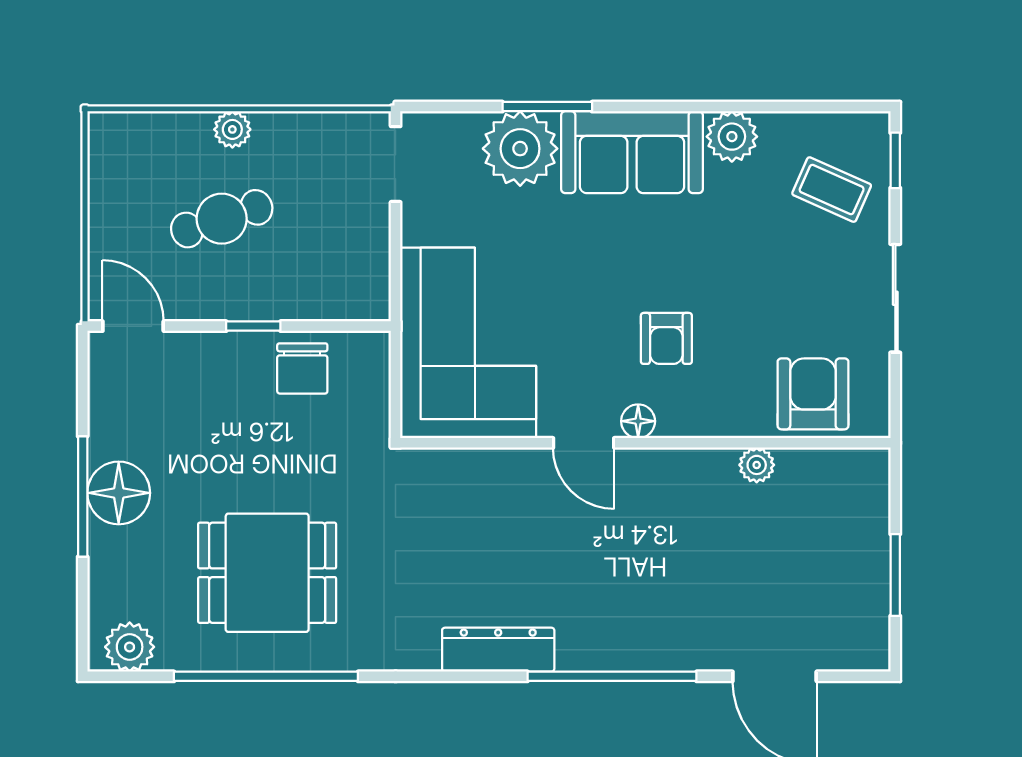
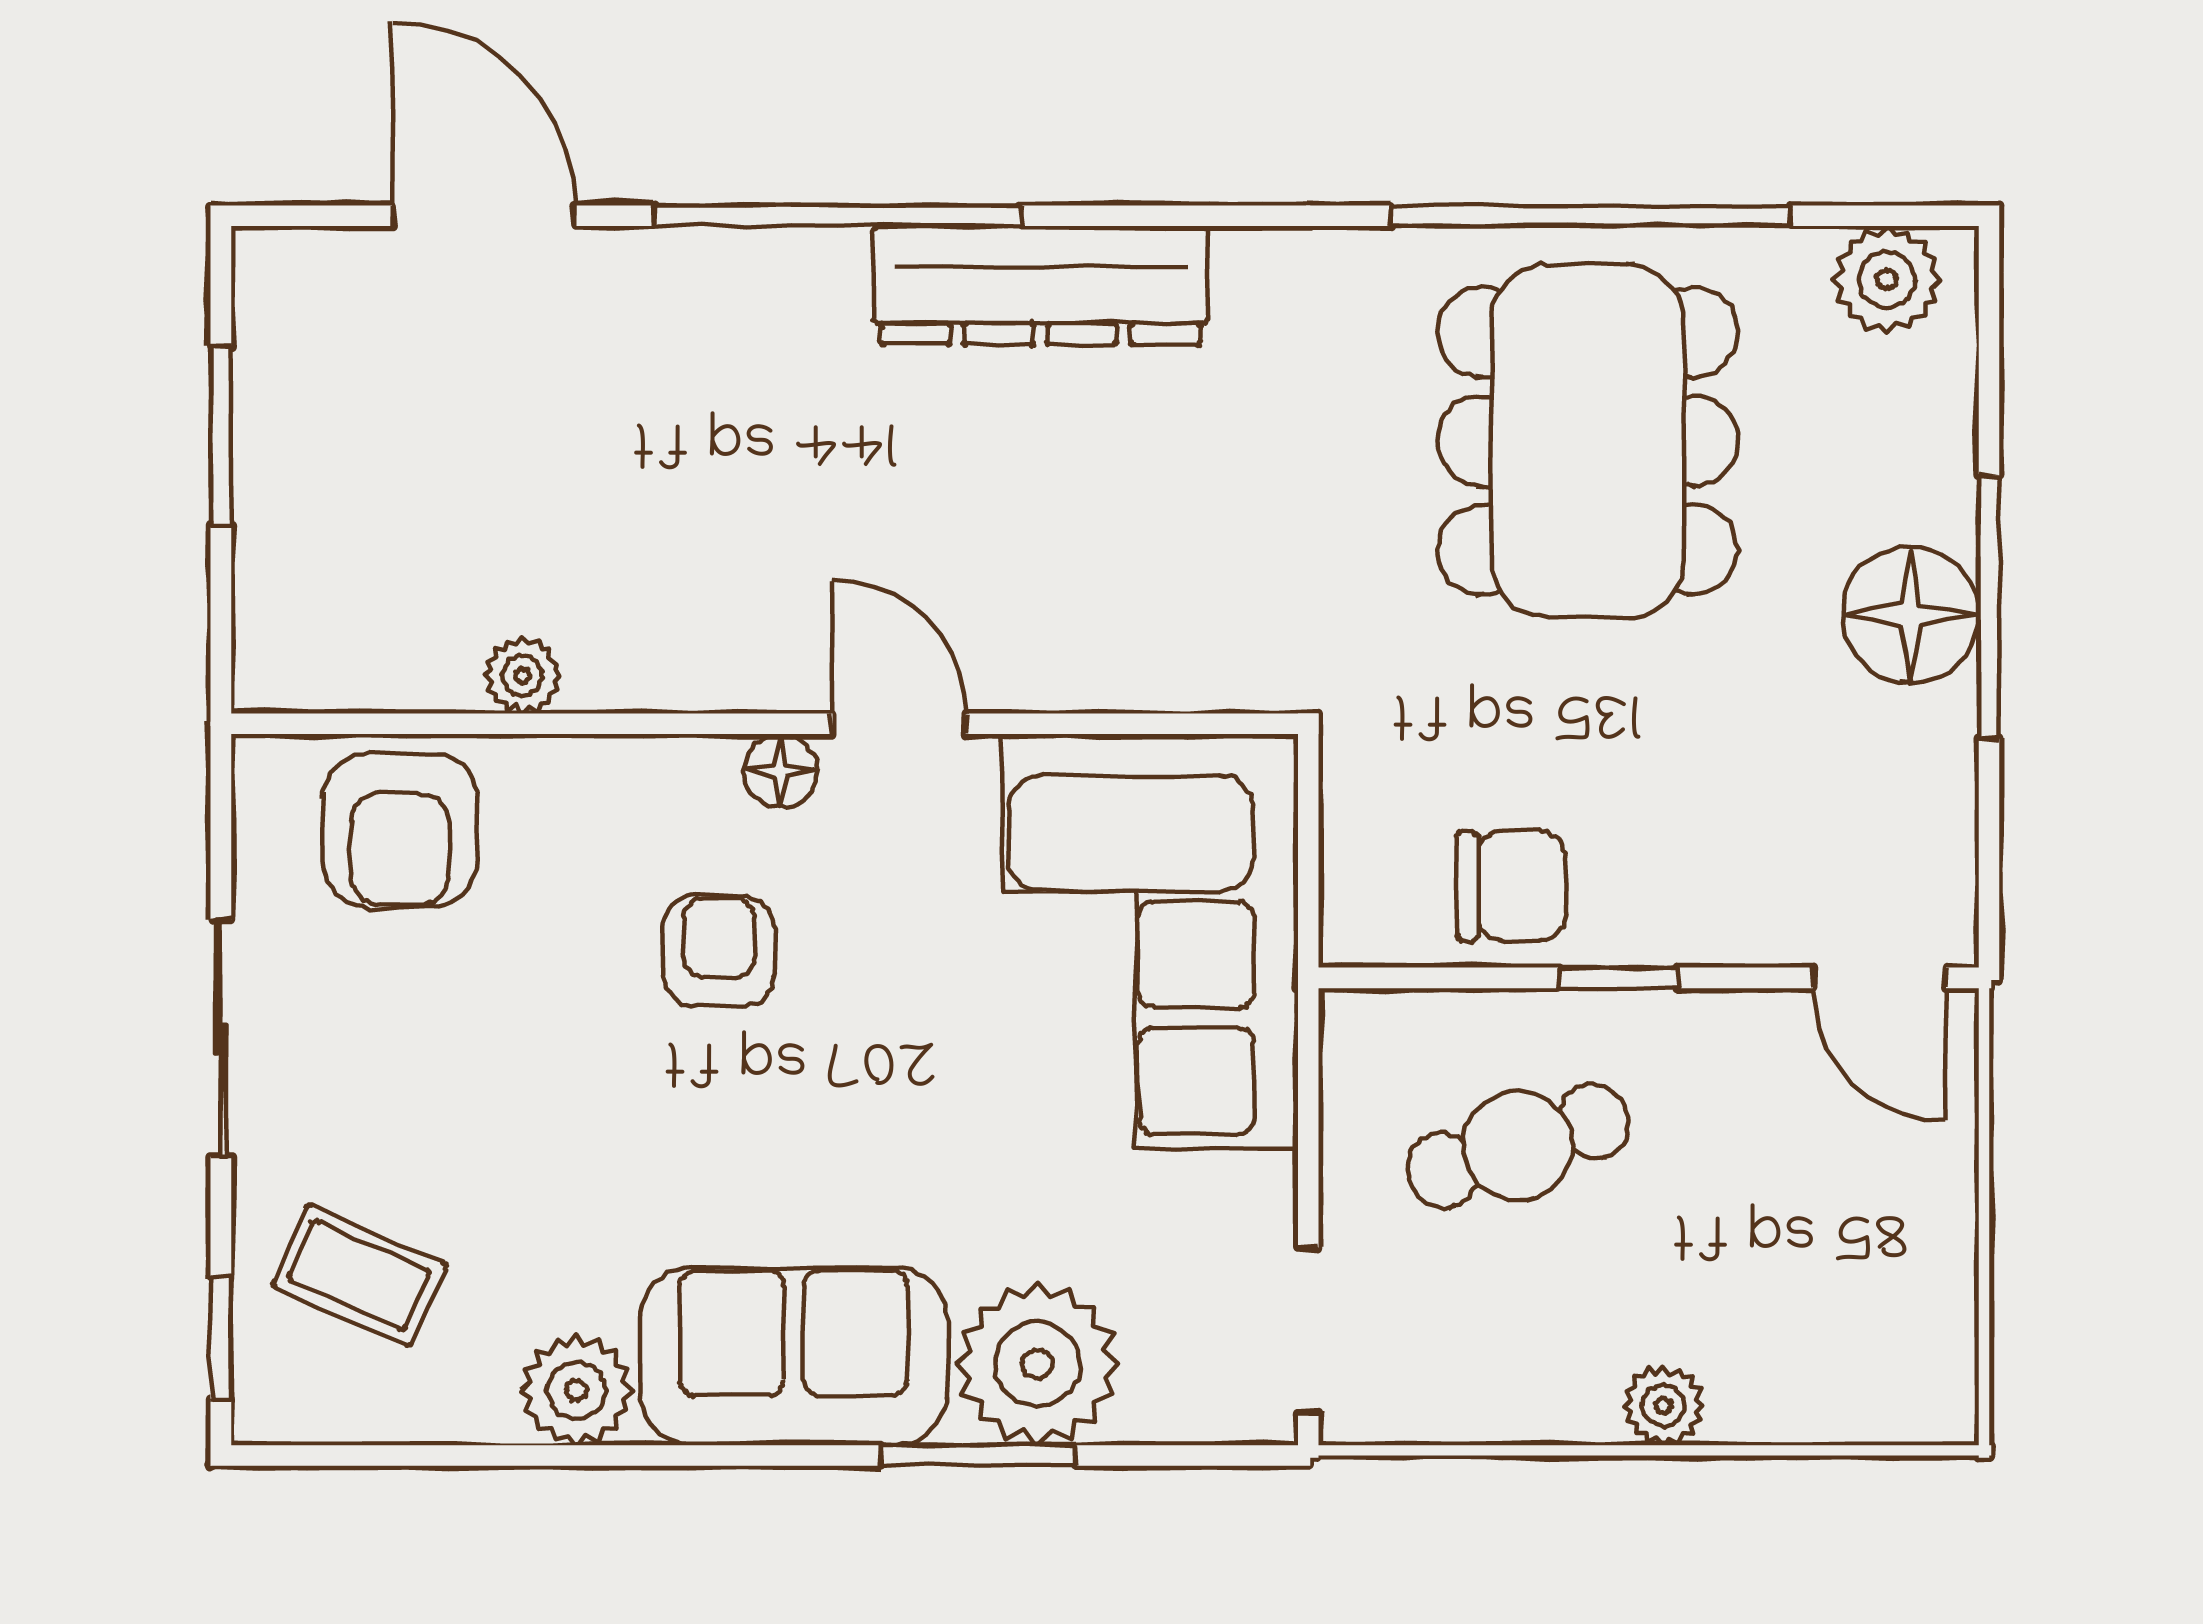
cafe table: (222, 219) -> (1518, 1146), moved
chair: (302, 368) -> (1511, 886), turned 90
dining table: (267, 573) -> (1588, 441), width x1.38
dresser: (498, 650) -> (1040, 285), width x1.37, depth x1.24

